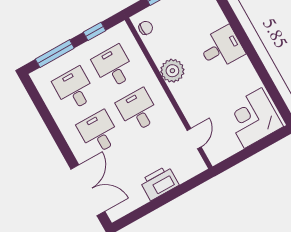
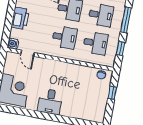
desk: (221, 48) -> (50, 102), moved
plant: (172, 71) -> (70, 70), removed
water cooler: (197, 166) -> (13, 44), added

